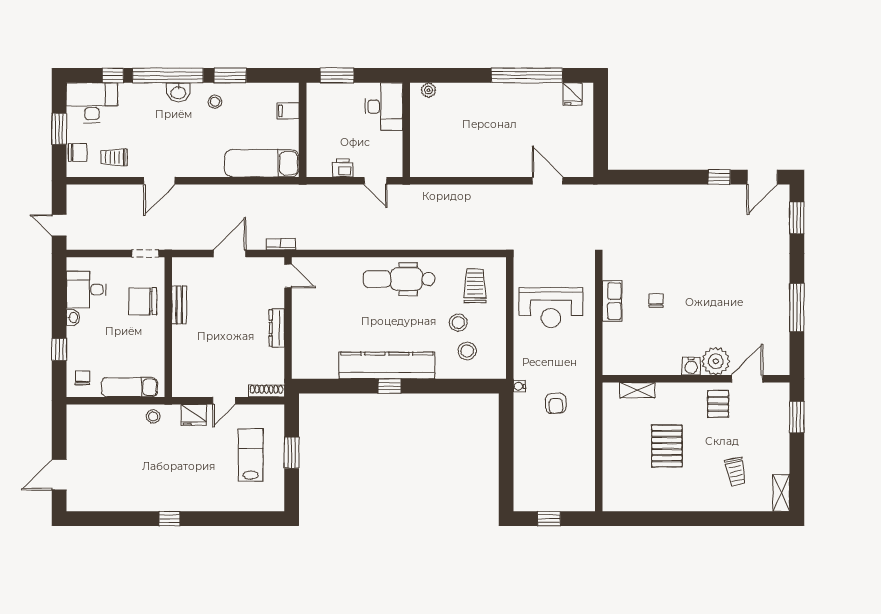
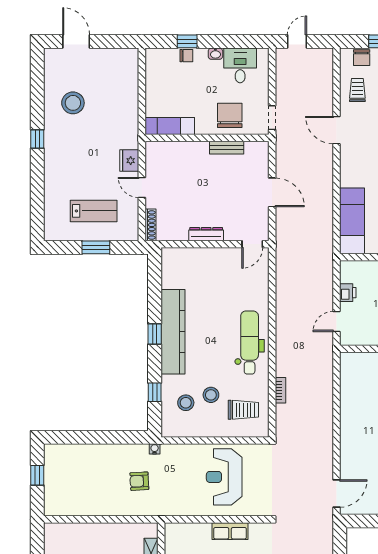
door: (548, 181) -> (337, 494), moved
bookcase: (281, 244) -> (280, 390), moved
chair: (82, 378) -> (186, 56), moved
window: (455, 386) -> (155, 392), added
exam couch: (129, 387) -> (170, 126), moved, turned -90
stool: (153, 416) -> (73, 103), moved, width x1.89, depth x1.89

